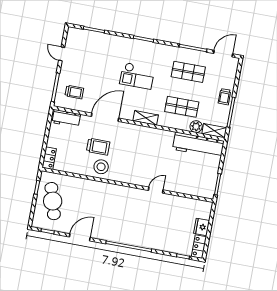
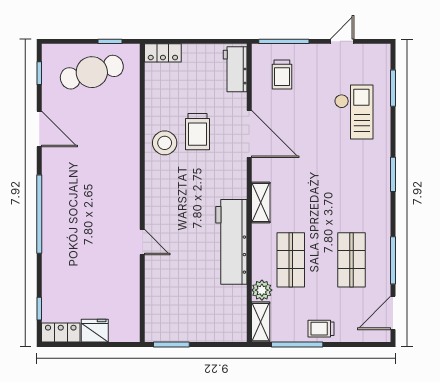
door: (223, 54) -> (393, 313), swing flipped
checkout: (137, 76) -> (354, 112), moved, turned 180
workbench: (198, 145) -> (231, 242), moved

